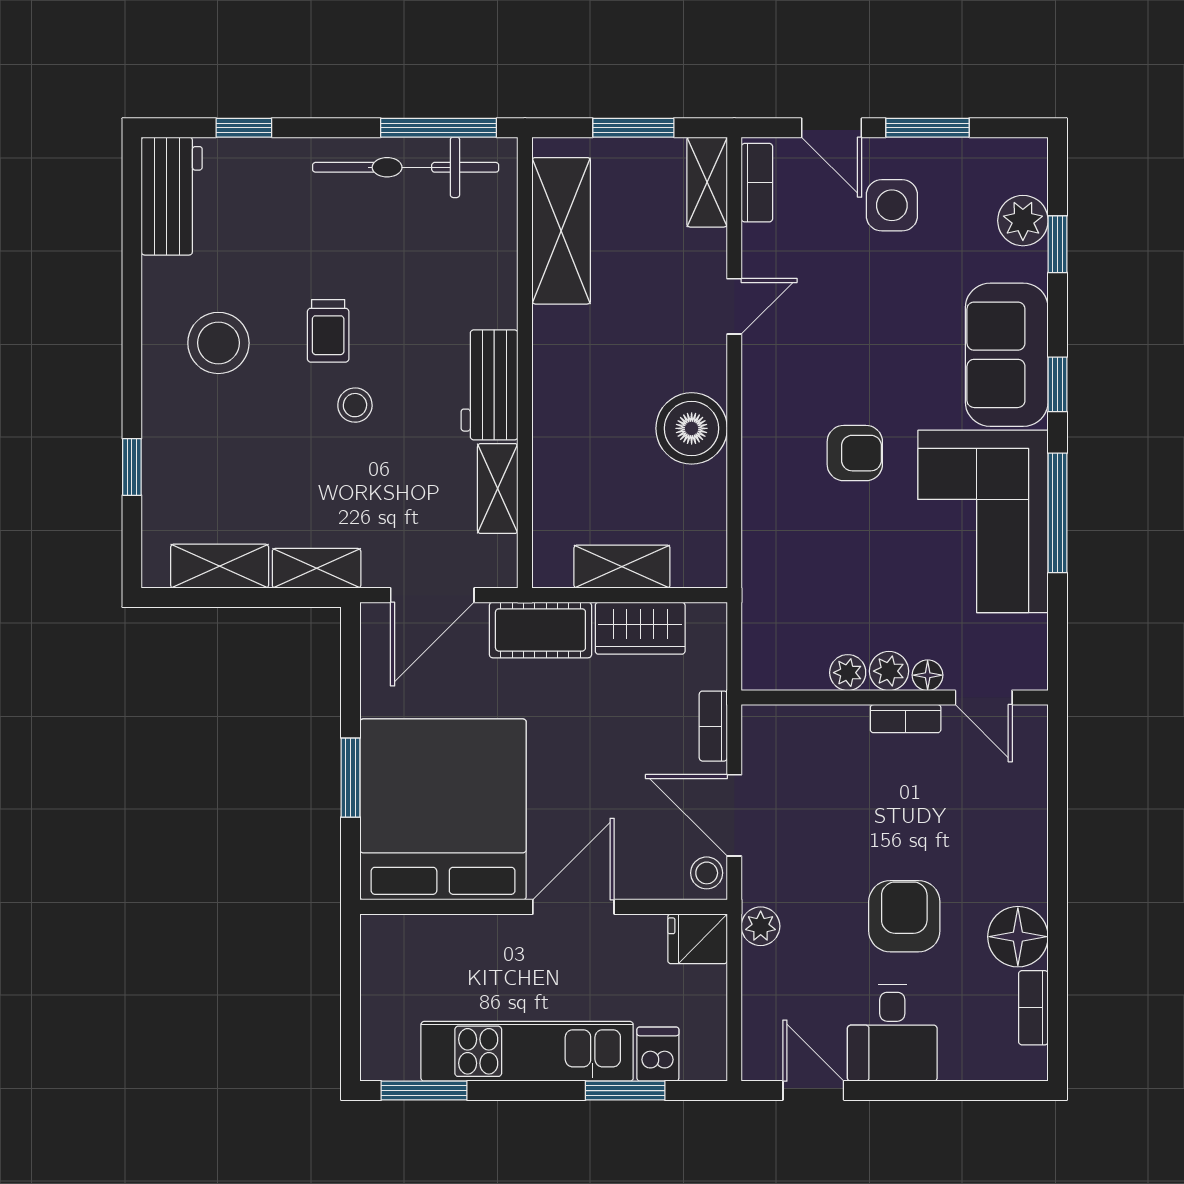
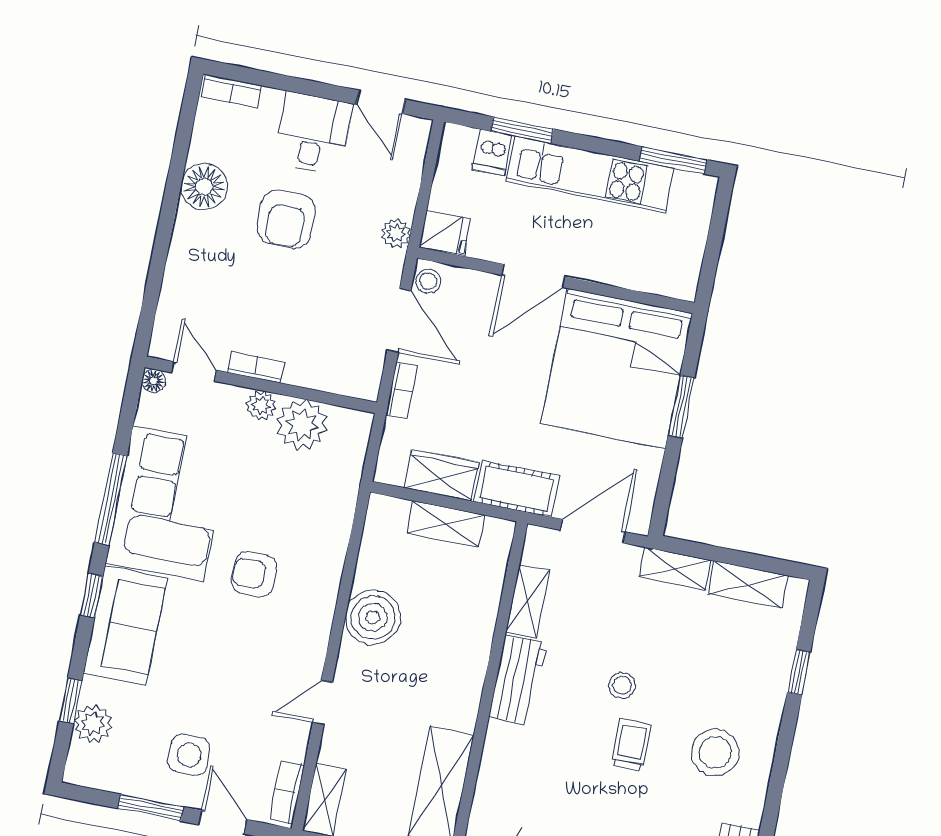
plant: (848, 673) -> (302, 425), width x1.88, depth x1.88
floor lamp: (928, 675) -> (154, 381), moved
bookcase: (1033, 1008) -> (232, 91), moved, turned 90

